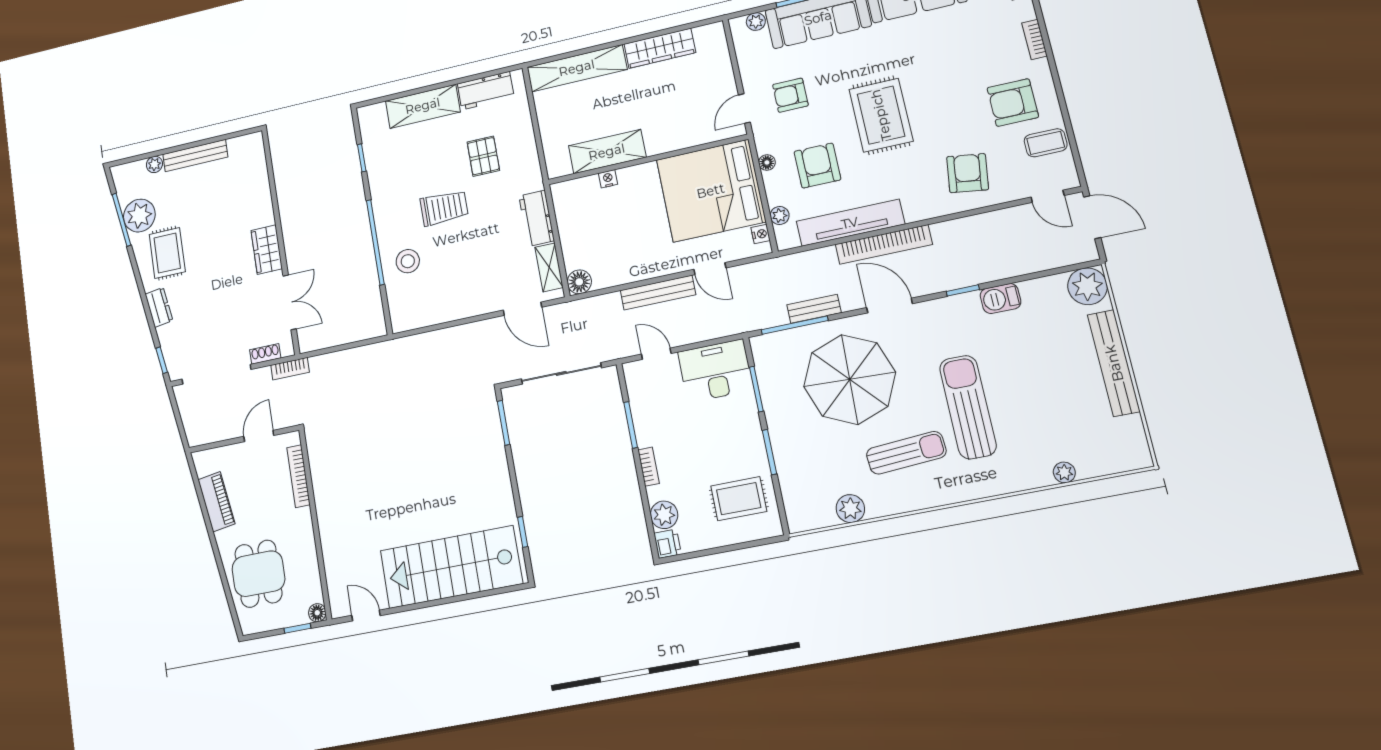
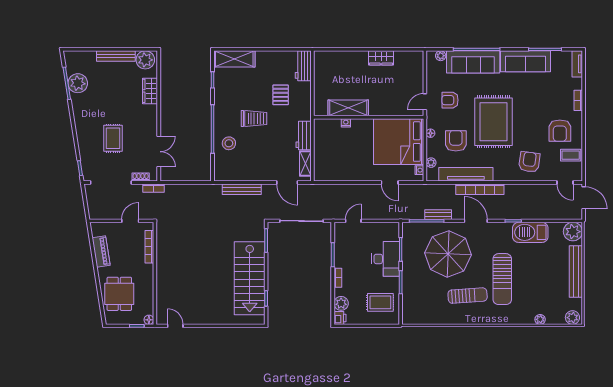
wardrobe: (660, 48) -> (381, 58), width x0.67
shelving: (577, 68) -> (341, 58), removed
workbench: (486, 91) -> (303, 66), moved, turned 90
armchair: (1013, 103) -> (560, 131), turned -90
shelving: (423, 106) -> (234, 59), moved
rug: (881, 115) -> (494, 122), width x1.37, depth x1.44
plant: (154, 164) -> (145, 60), moved, width x1.88, depth x1.88
wardrobe: (267, 250) -> (150, 91), moved
rug: (167, 253) -> (113, 138), moved
floor lamp: (579, 282) -> (320, 175), removed
bench: (658, 293) -> (242, 189), moved
barbecue: (1001, 299) -> (530, 232), width x1.88, depth x1.53
dresser: (159, 307) -> (82, 138), removed
door: (656, 354) -> (353, 221), hinge flipped
desk: (716, 371) -> (386, 259), moved, turned 90
sun lounger: (968, 407) -> (502, 279), turned 180
plant: (850, 509) -> (572, 318), moved
stairs: (451, 567) -> (250, 278), moved, turned -90

